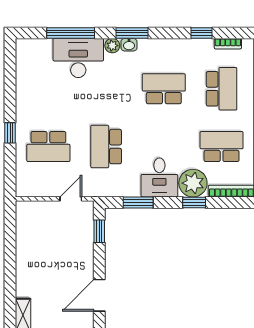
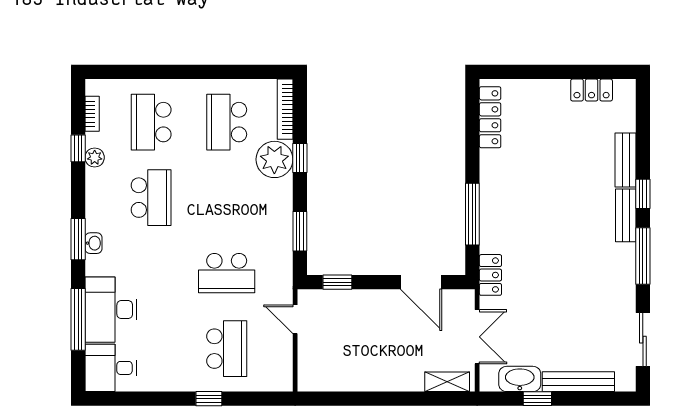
plant: (112, 46) -> (95, 157), moved
school desk: (164, 89) -> (151, 198), turned 180
school desk: (222, 89) -> (151, 122), turned -90
desk: (159, 177) -> (111, 368), moved, turned 180

